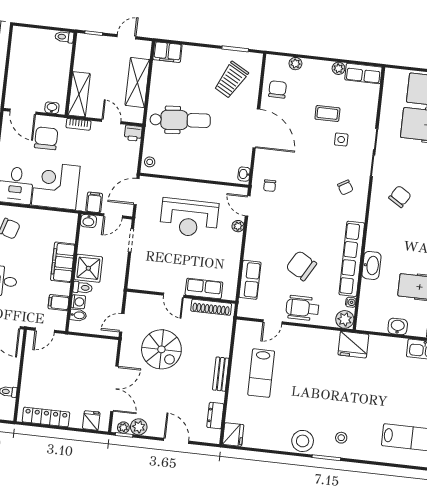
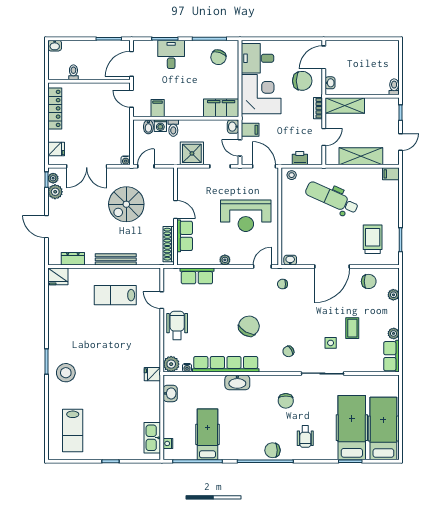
door: (126, 37) -> (400, 142), hinge flipped
filing cabinet: (167, 52) -> (391, 174), width x0.50
trolley: (231, 80) -> (373, 239), turned 61
dental chair: (180, 120) -> (332, 198), turned 119
printer: (133, 133) -> (300, 158), moved, turned 90
chair: (400, 197) -> (286, 401), turned 58
reception desk: (189, 218) -> (246, 216), turned -90
plant: (238, 226) -> (225, 260), moved
filing cabinet: (63, 262) -> (221, 108), moved
washbasin: (371, 265) -> (237, 382), moved
chair: (301, 266) -> (249, 326), moved
shower: (88, 268) -> (192, 153), moved
door: (174, 295) -> (176, 210), swing flipped
door: (122, 323) -> (146, 166), hinge flipped
washbasin: (398, 326) -> (170, 393), moved
water cooler: (113, 345) -> (126, 160), added
fridge: (353, 345) -> (152, 374), width x0.53, depth x0.75
bench: (221, 374) -> (116, 259), width x1.36
stool: (341, 438) -> (66, 373), width x1.89, depth x1.89
door: (176, 441) -> (47, 227), swing flipped
stool: (303, 441) -> (59, 339), removed

